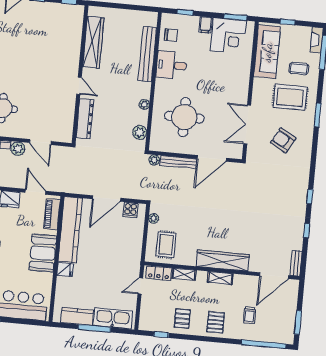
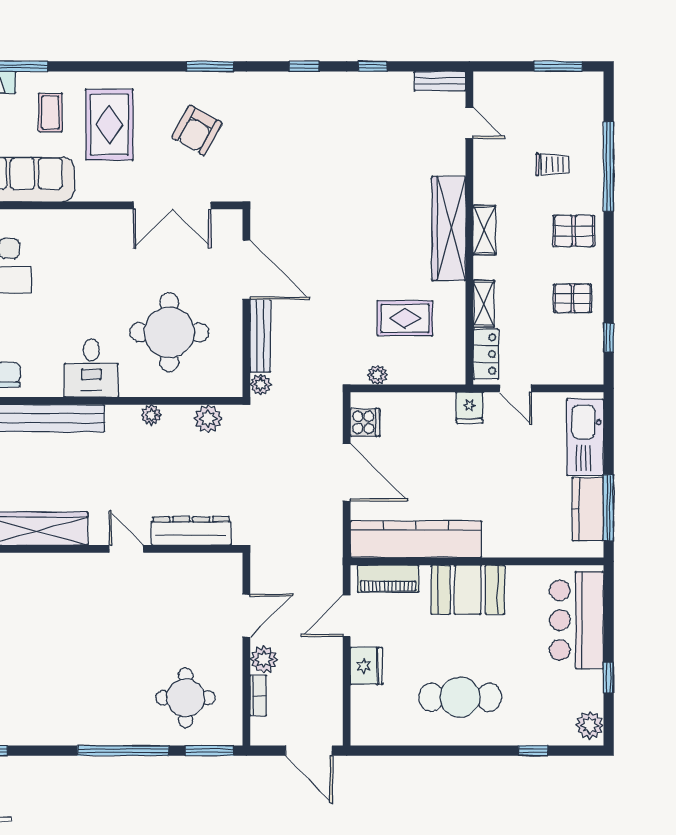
desk: (171, 65) -> (91, 368), moved
door: (79, 86) -> (126, 549), hinge flipped
window: (318, 115) -> (210, 66), moved
rug: (166, 245) -> (405, 318), moved
fridge: (65, 270) -> (469, 408), moved, turned 180
door: (274, 276) -> (469, 123), width x0.53
window: (94, 328) -> (609, 508), moved
window: (264, 344) -> (609, 166), moved

